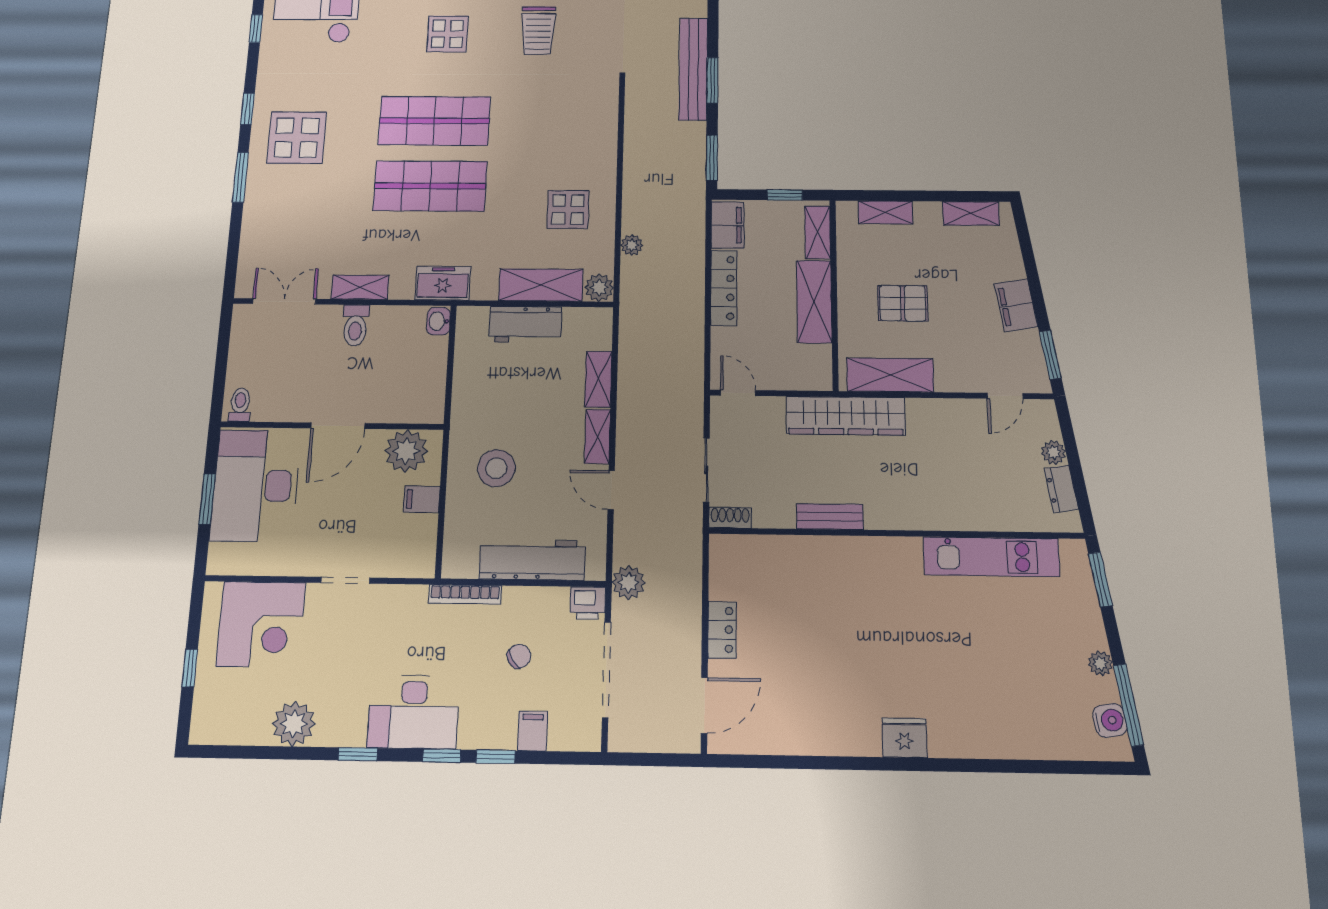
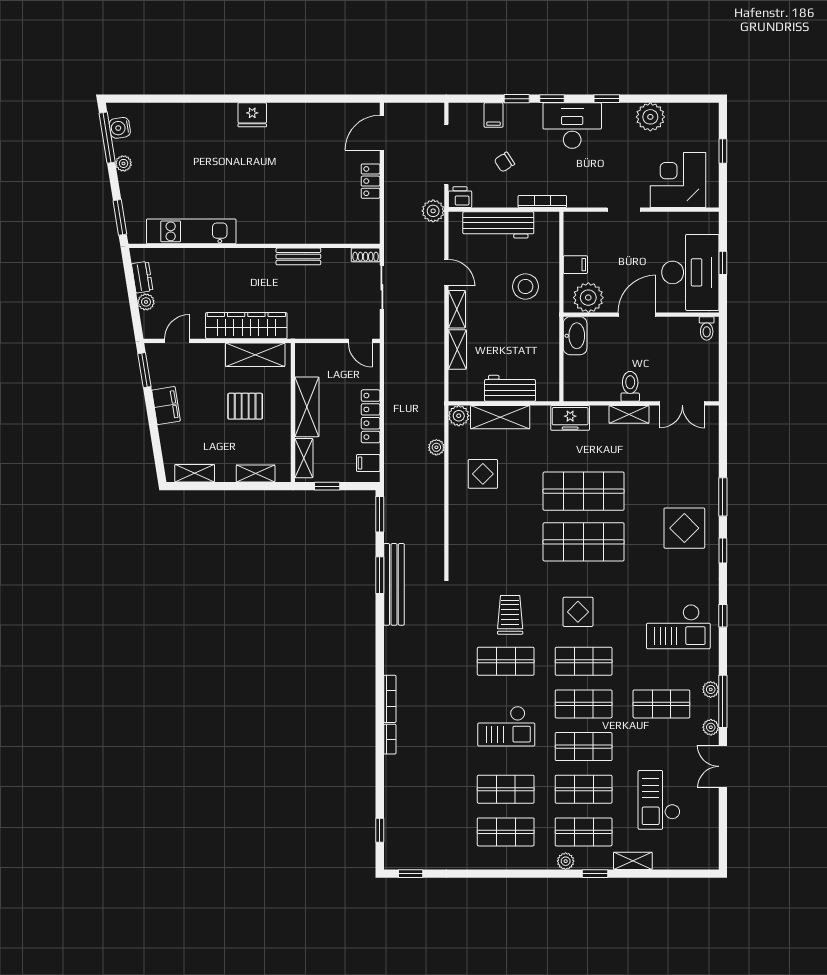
filing cabinet: (728, 225) -> (368, 463), width x0.50
washbasin: (438, 321) -> (575, 336), moved, width x1.91, depth x1.45
wardrobe: (846, 416) -> (246, 326), moved
window: (207, 499) -> (723, 263), width x0.67

